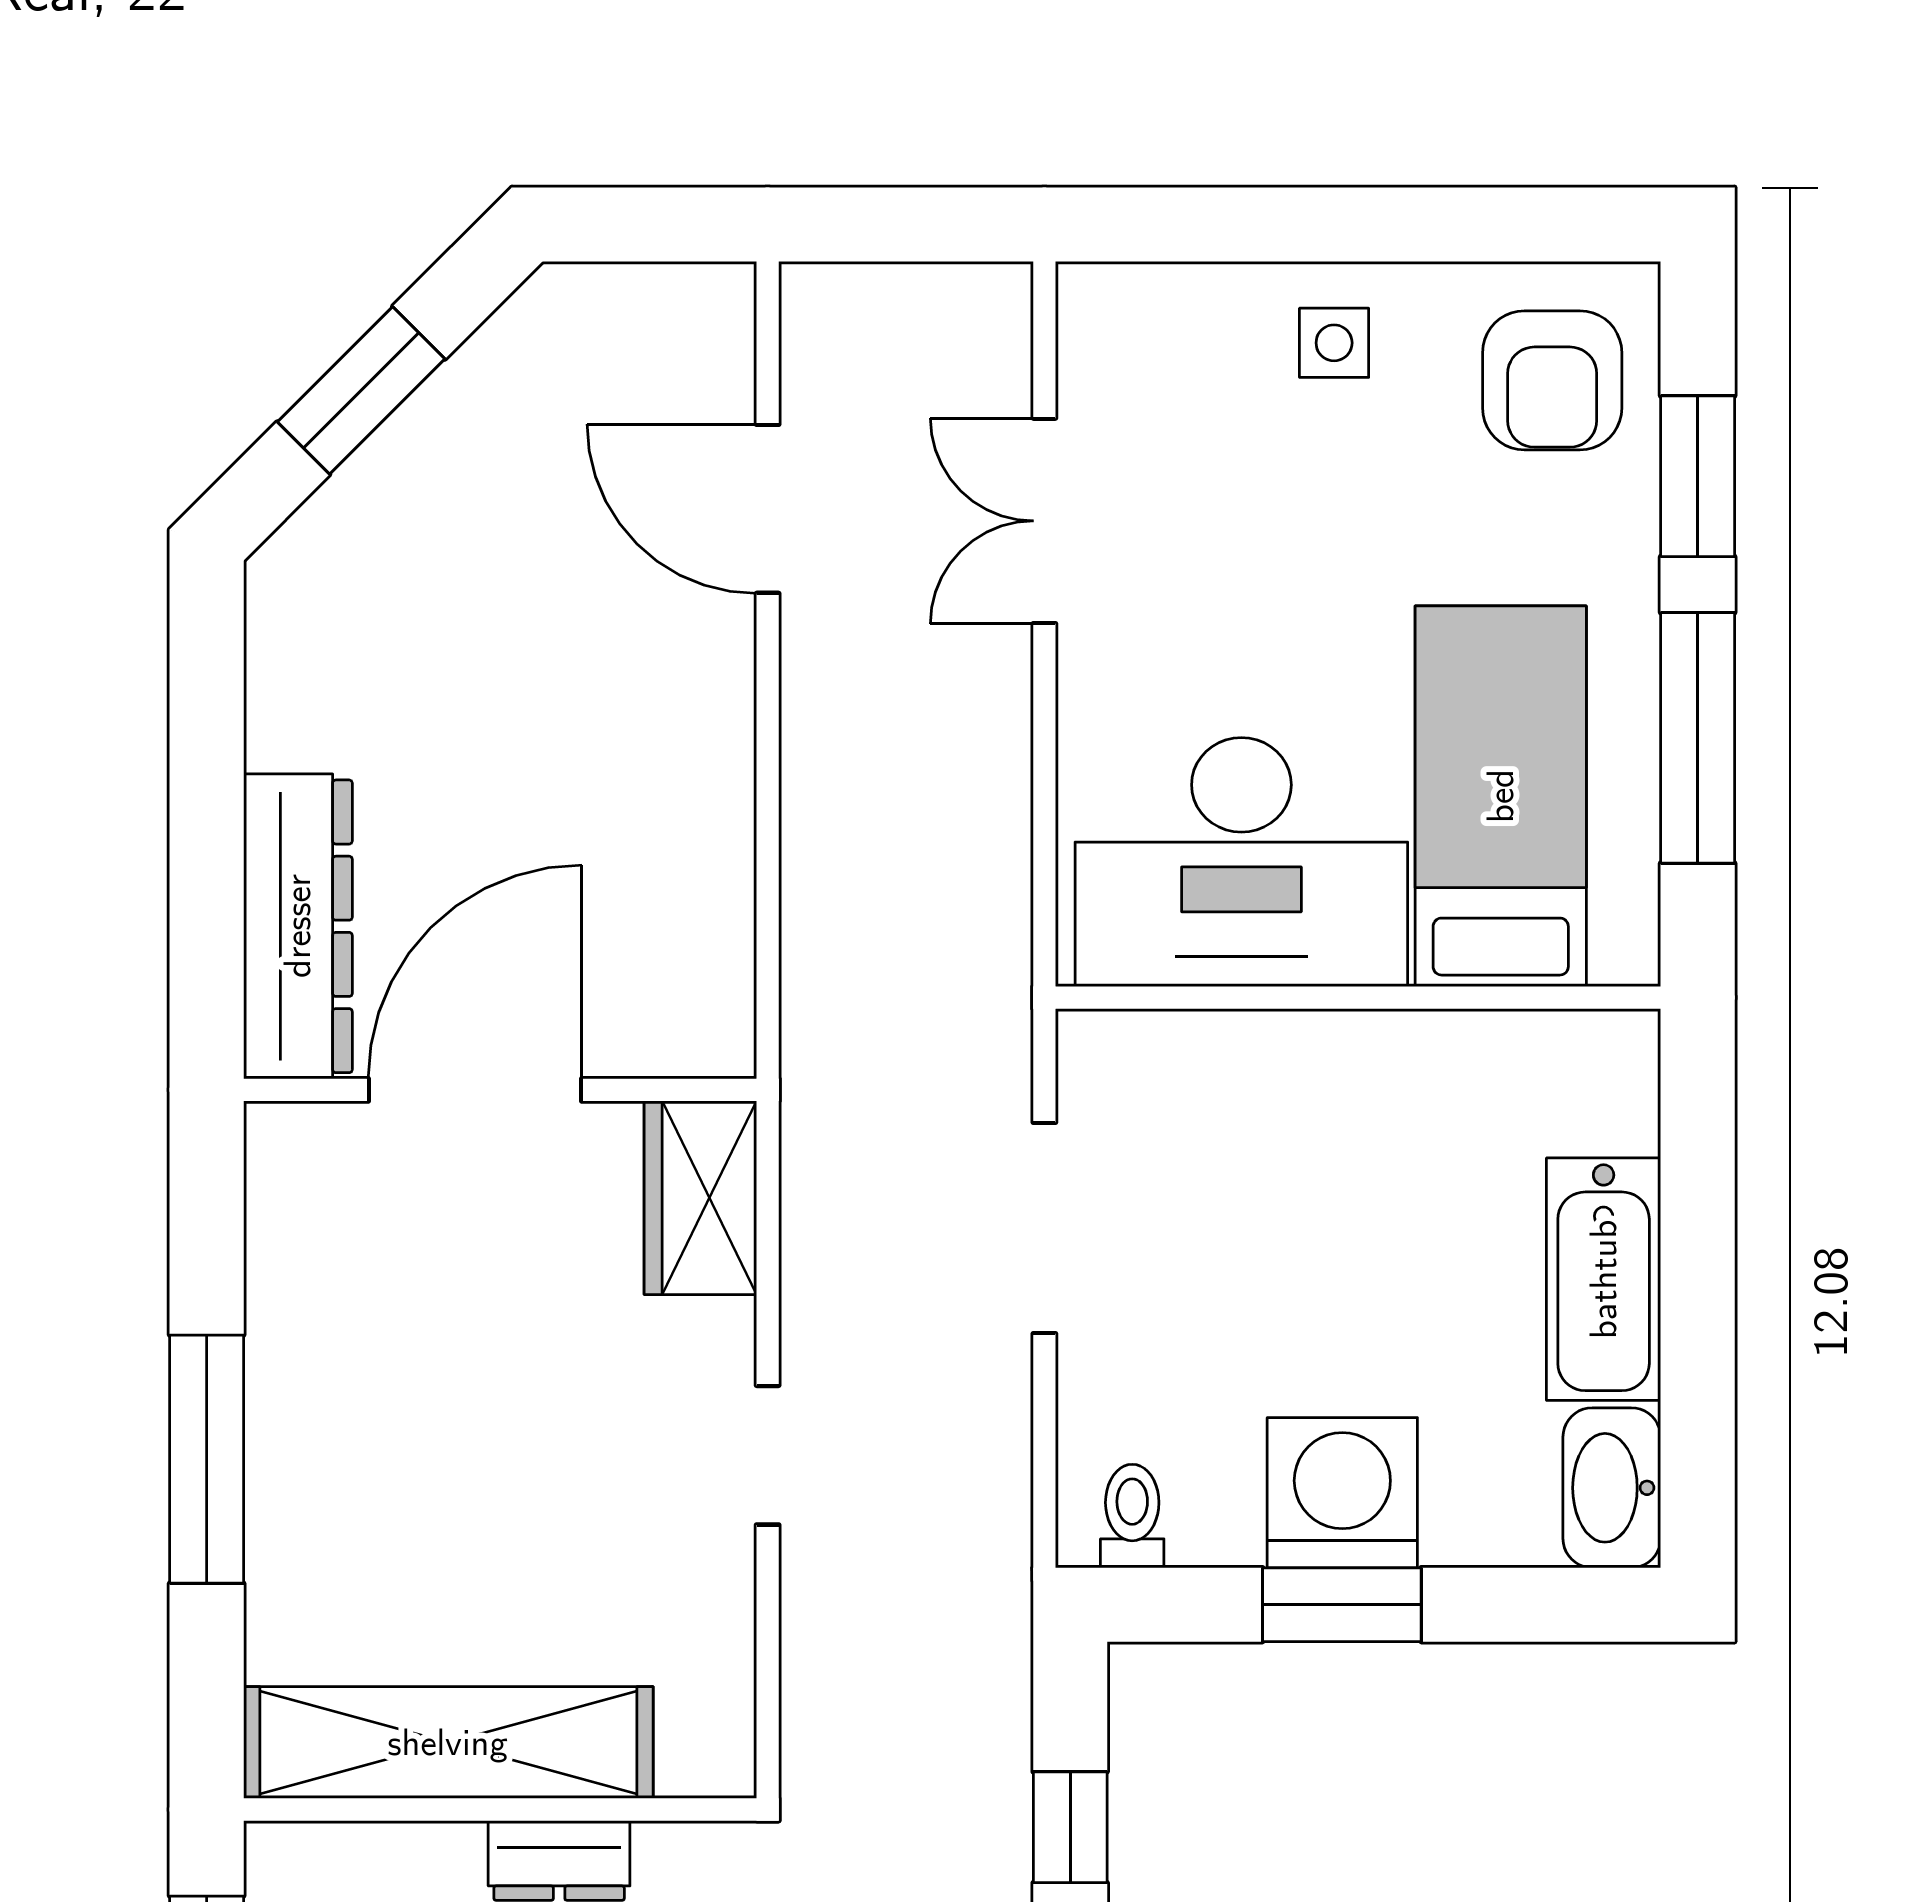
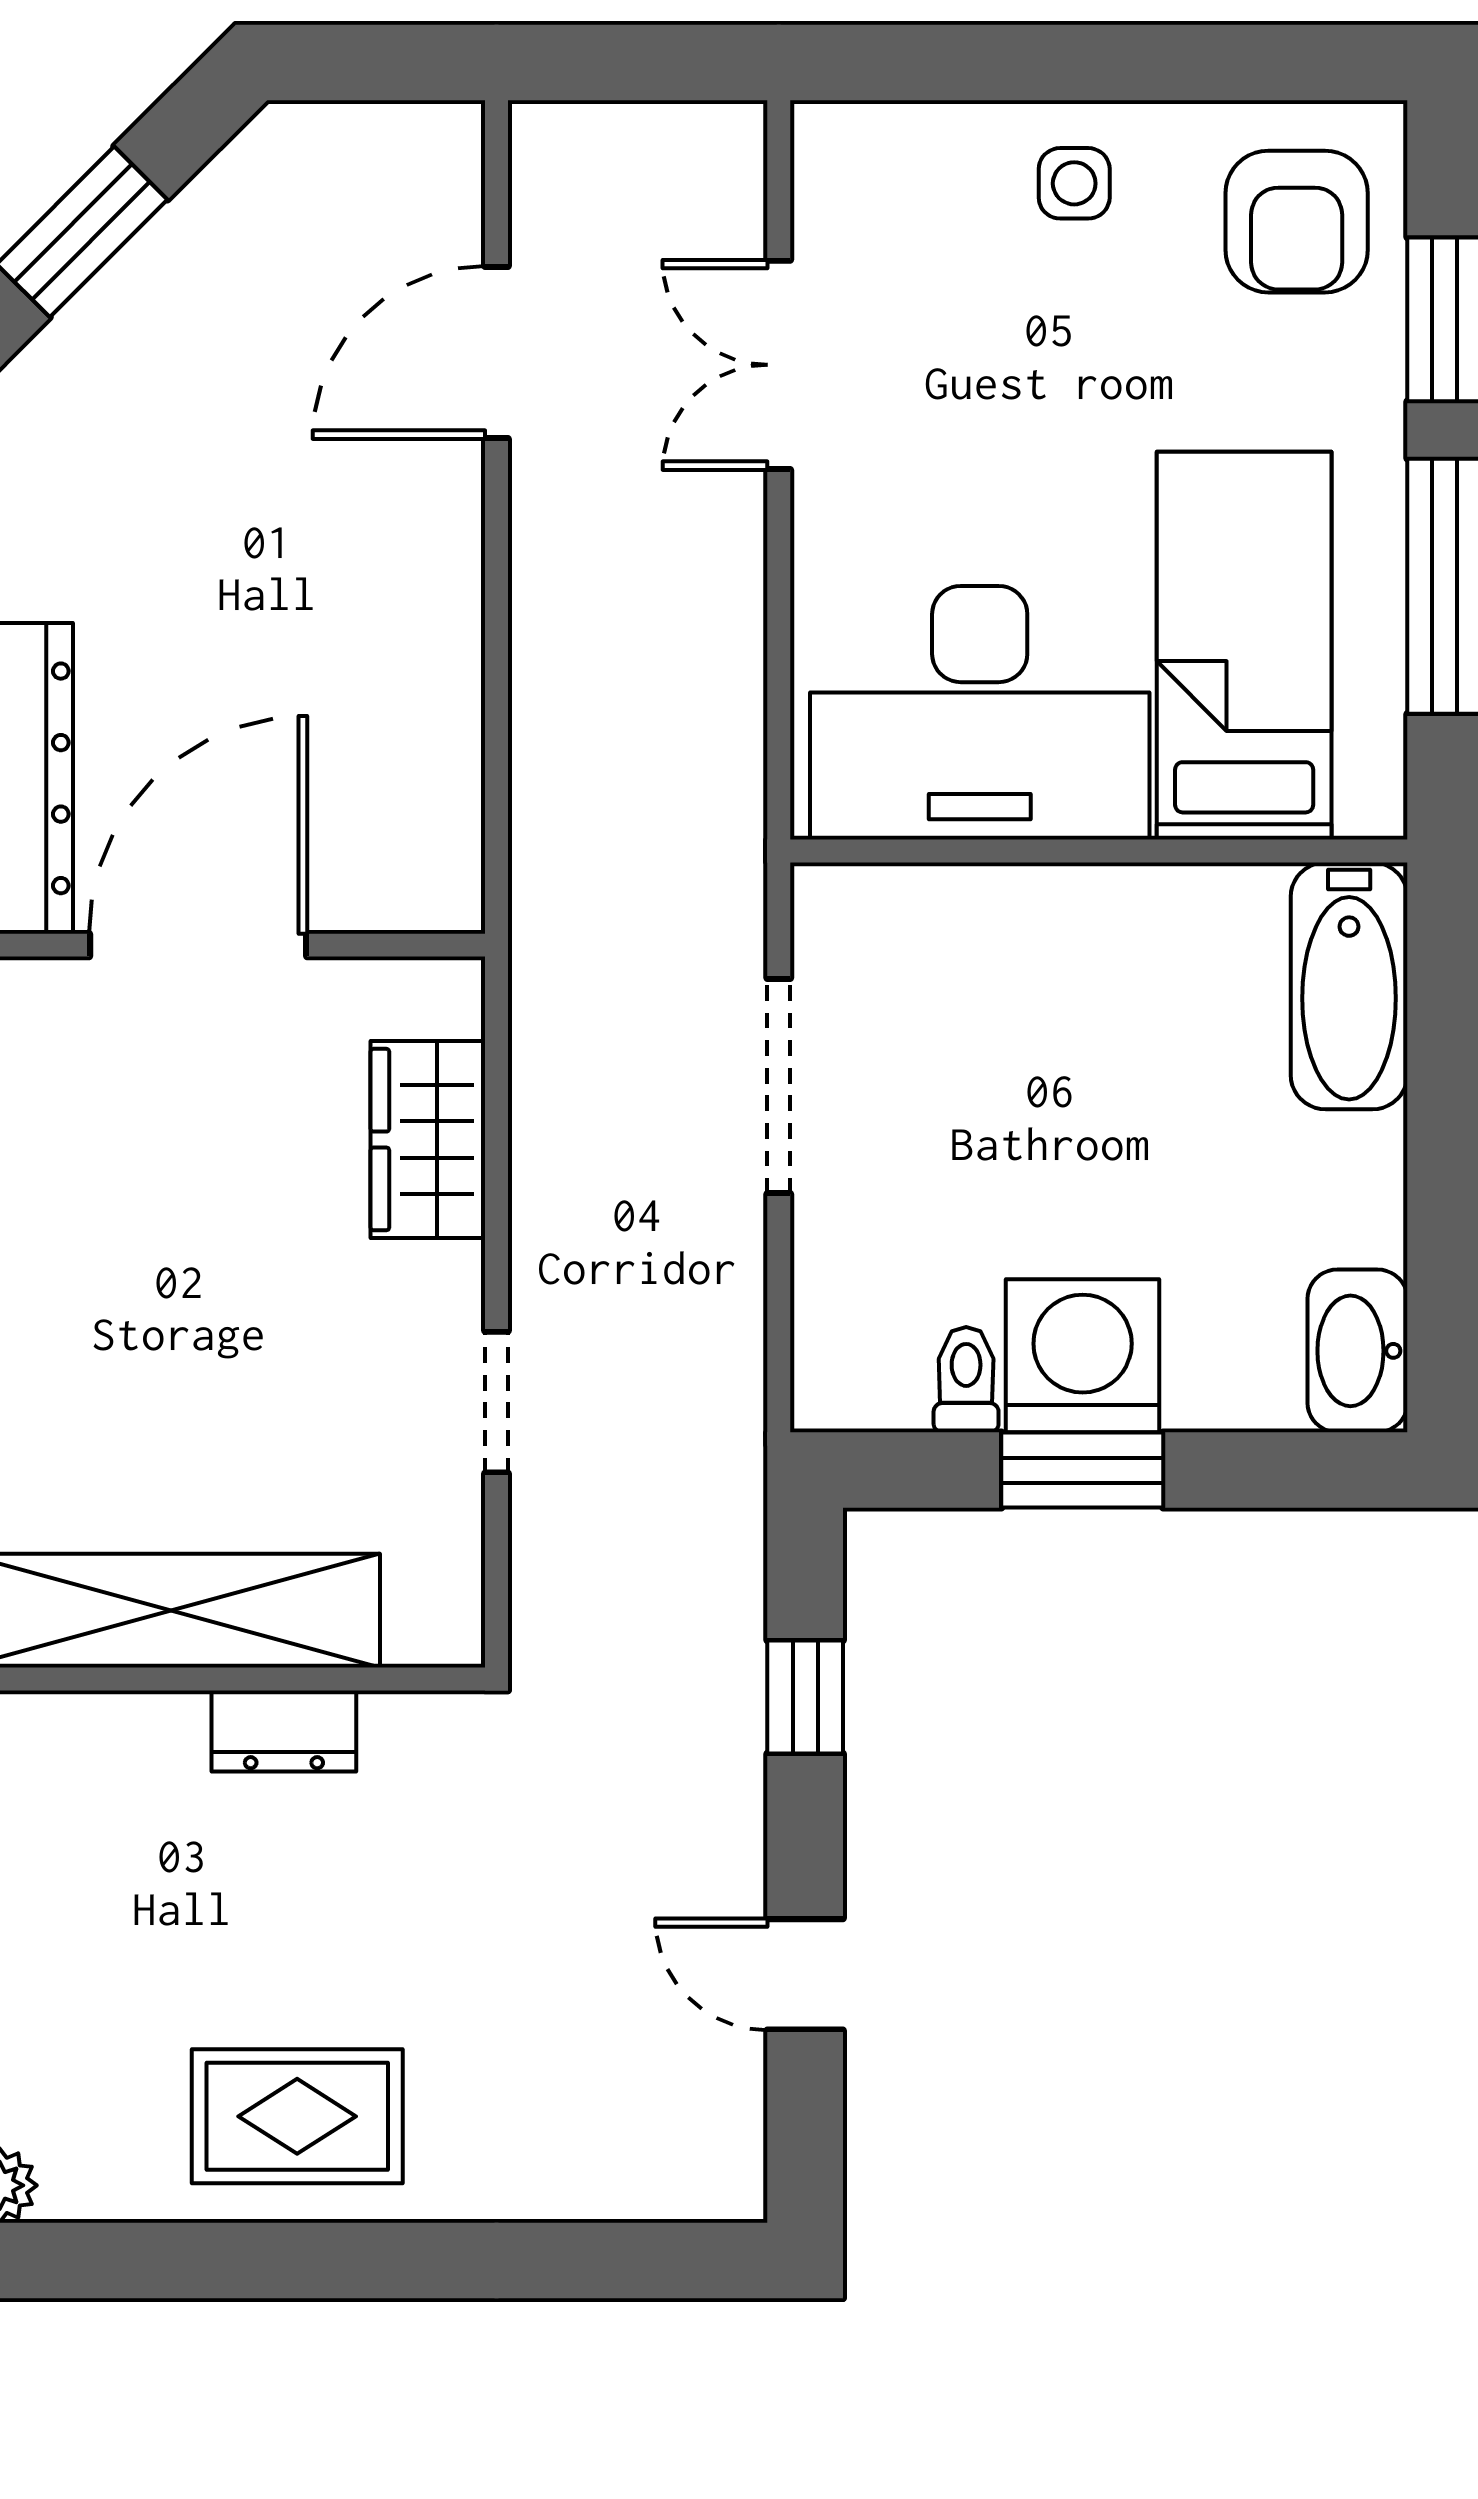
door: (768, 509) -> (497, 353), hinge flipped
wardrobe: (700, 1198) -> (428, 1140), moved
bathtub: (1604, 1279) -> (1349, 986), moved
doorway: (768, 1455) -> (497, 1402), moved
toilet: (1132, 1516) -> (966, 1380), moved

